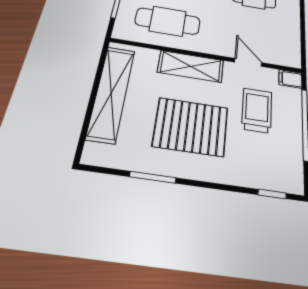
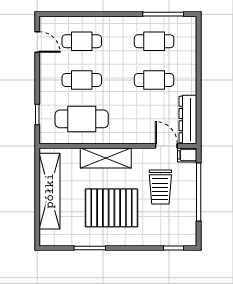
dresser: (291, 42) -> (188, 120), added
door: (248, 62) -> (166, 146), moved
trolley: (257, 110) -> (160, 187), turned 180

